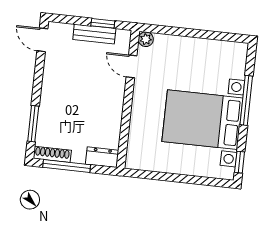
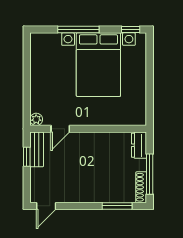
bench: (94, 34) -> (37, 149), moved

